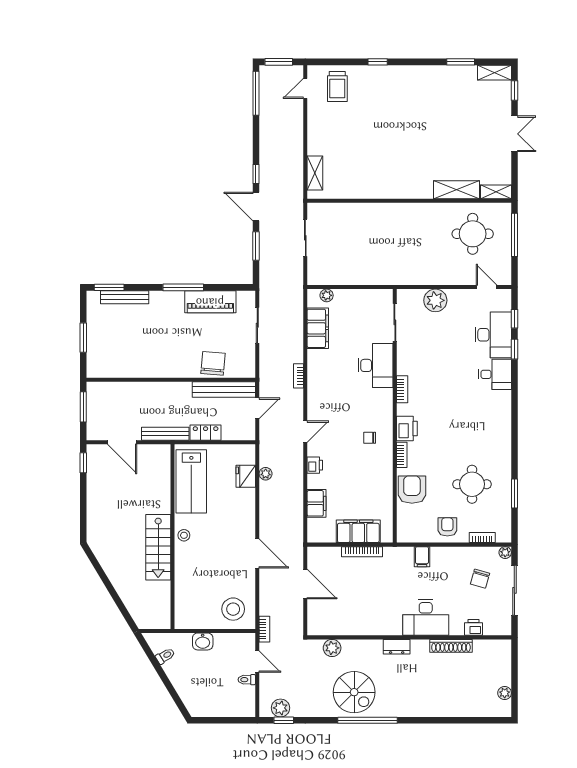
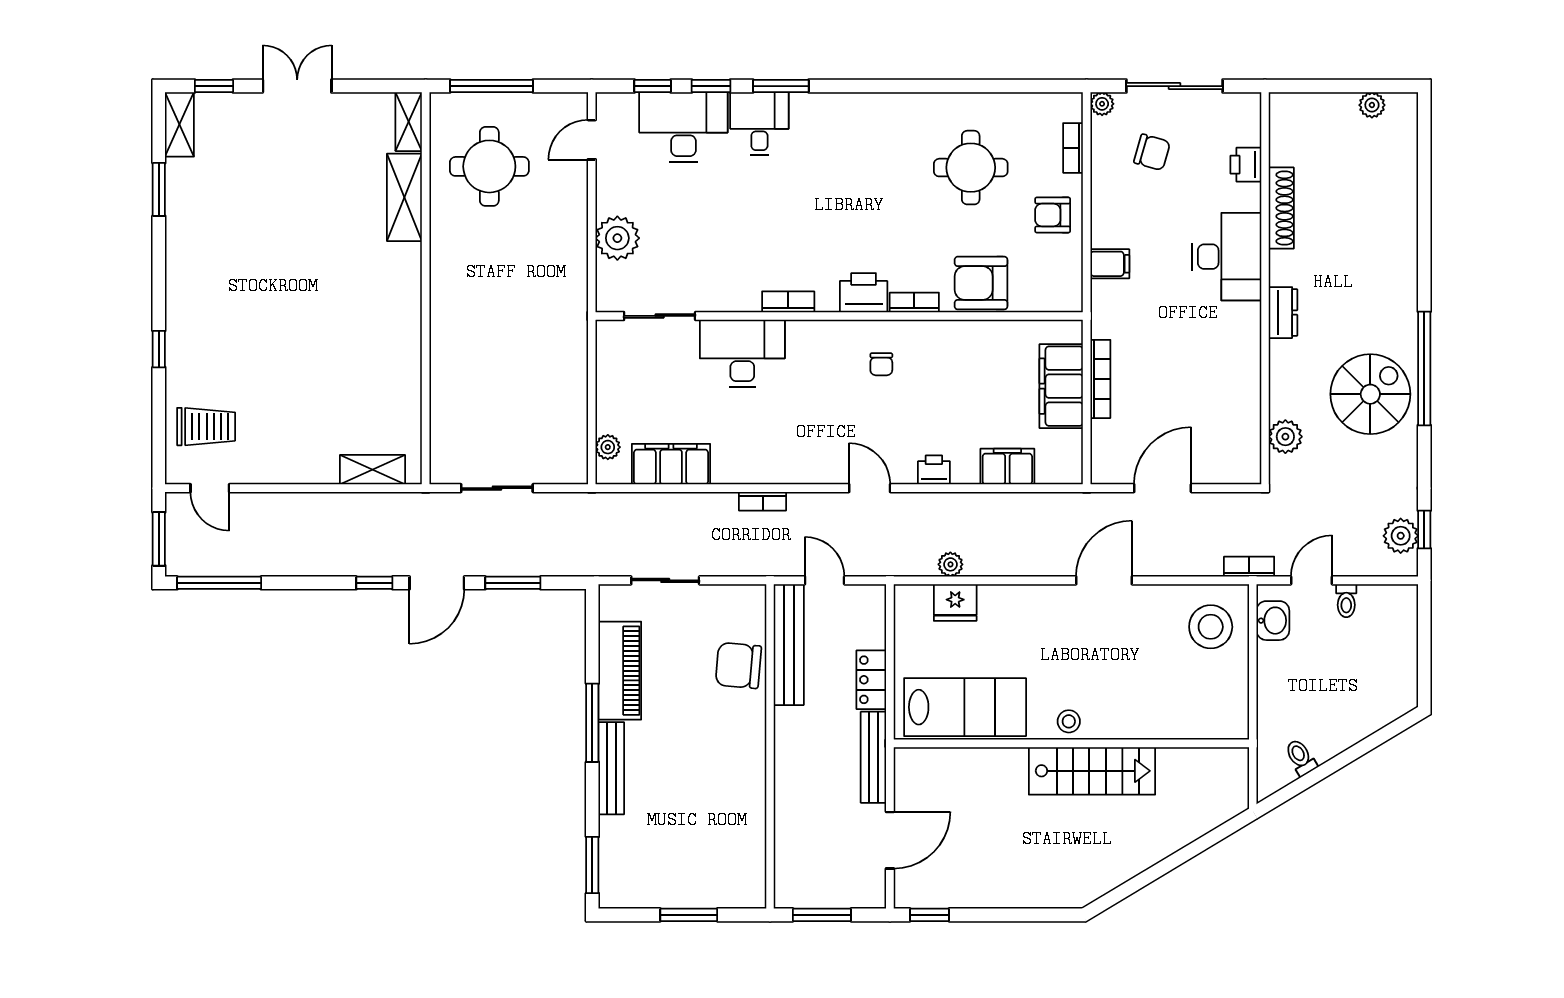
bench: (125, 297) -> (611, 768), moved
window: (514, 494) -> (781, 86), moved
washbasin: (203, 641) -> (1273, 621), moved

